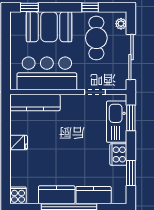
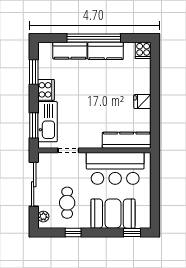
cafe table: (96, 38) -> (67, 203), width x0.73, depth x0.74

